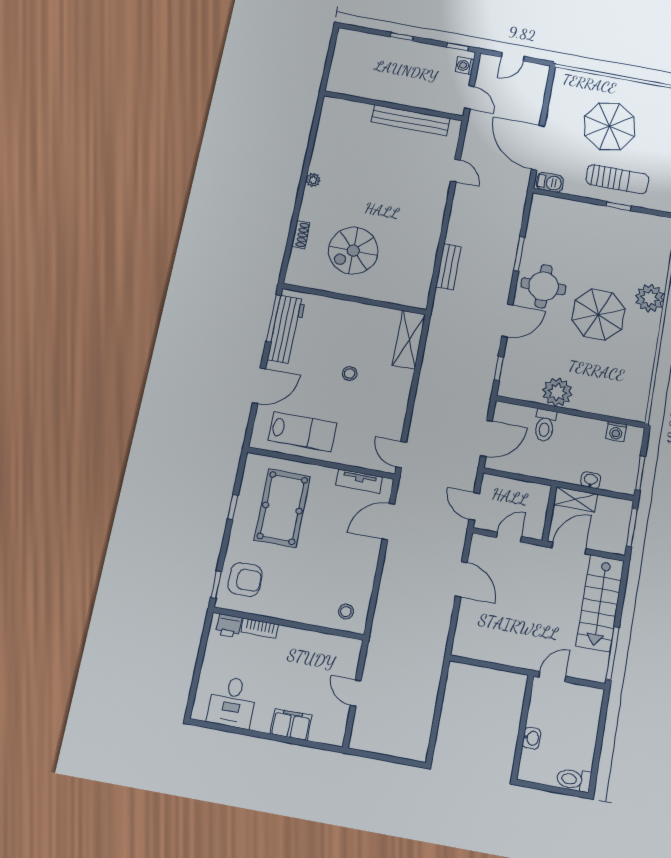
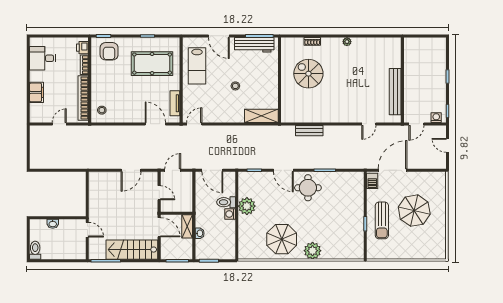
parasol: (598, 314) -> (282, 239), moved
washing machine: (616, 432) -> (230, 214), moved
bookcase: (318, 641) -> (83, 98), added

